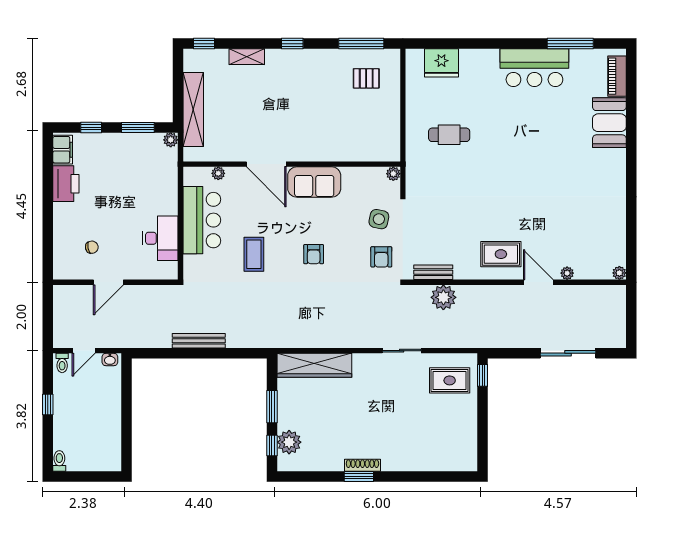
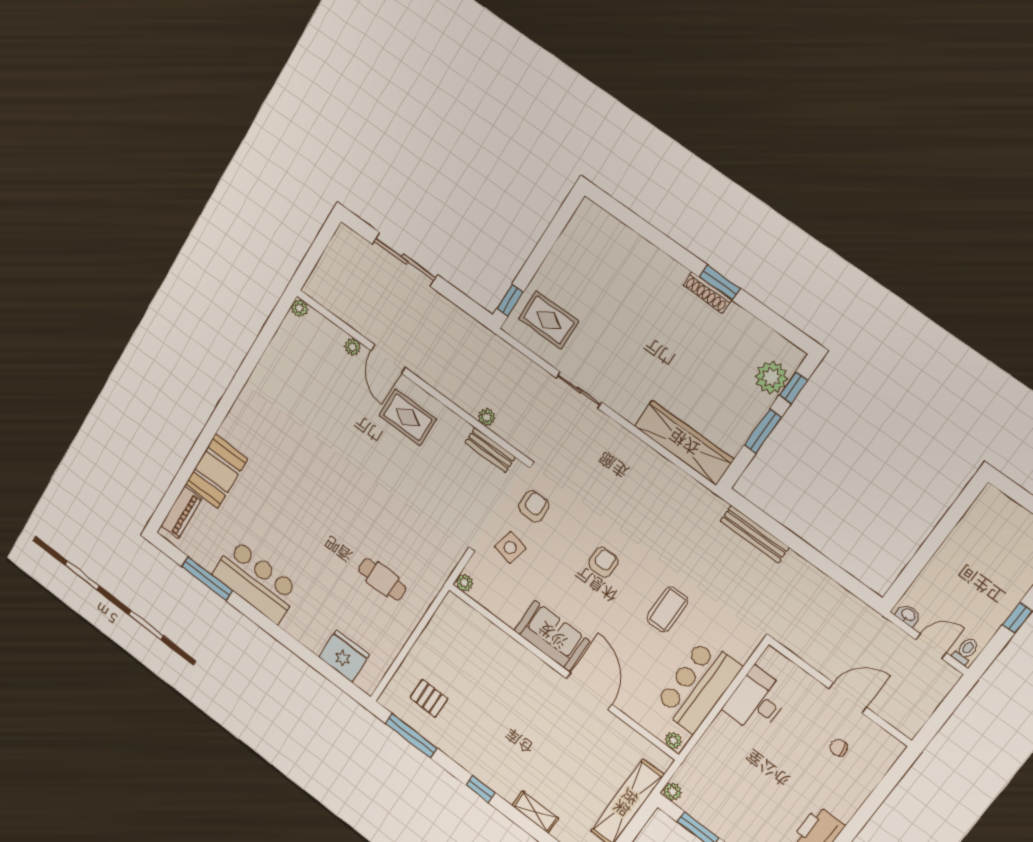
plant: (218, 173) -> (673, 740), moved
plant: (443, 297) -> (487, 417), width x0.53, depth x0.53
bench: (199, 341) -> (755, 534), moved

